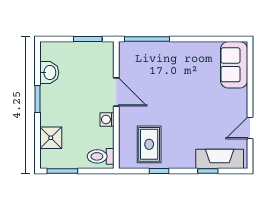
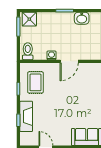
shower: (51, 138) -> (29, 19), moved
rug: (149, 144) -> (35, 82), turned 90
fireplace: (220, 159) -> (26, 116), moved

